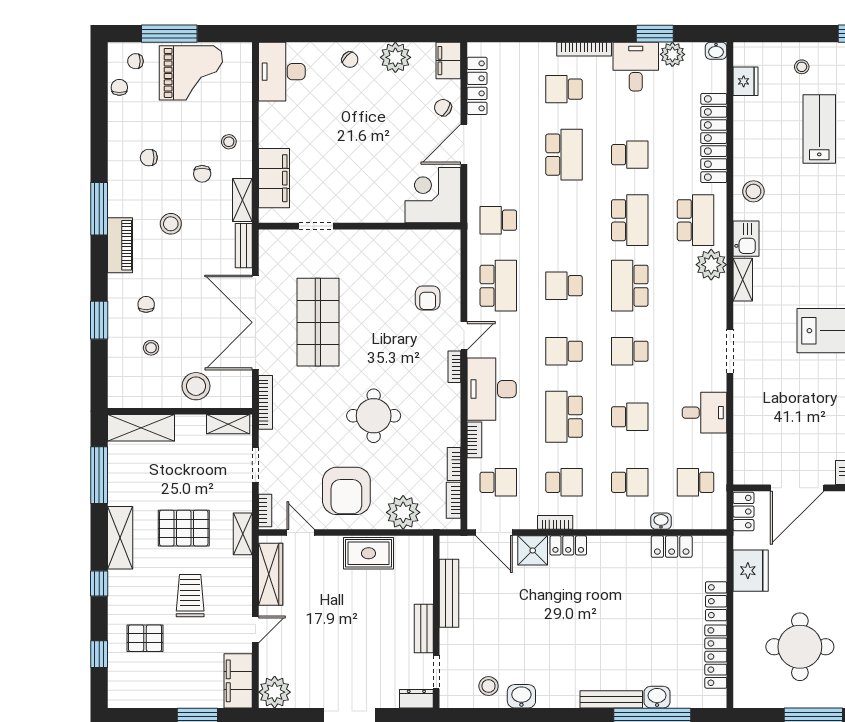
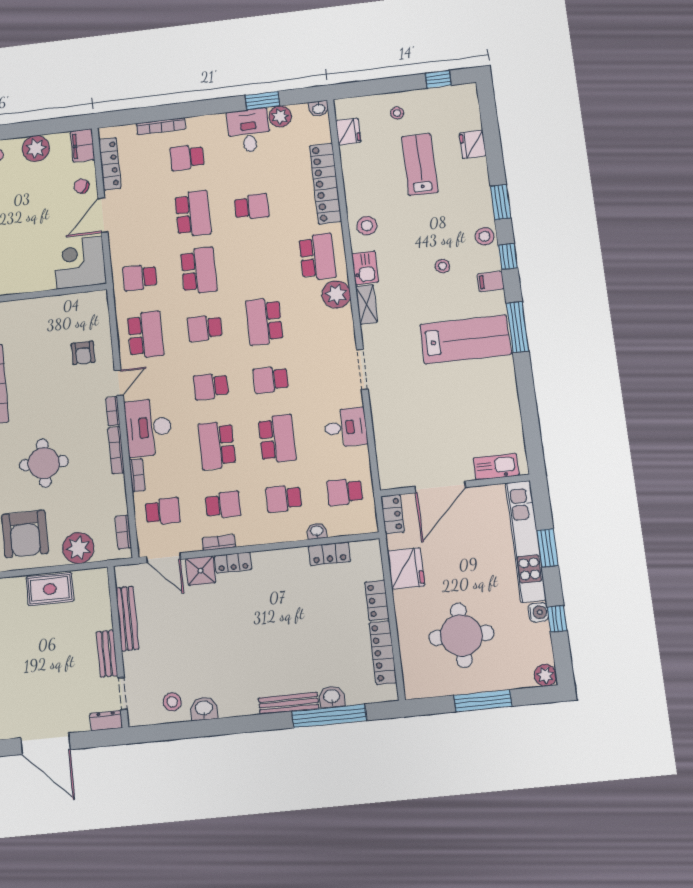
bookcase: (584, 49) -> (161, 126), moved
school desk: (630, 220) -> (199, 271), moved
stool: (830, 247) -> (442, 266), added
school desk: (630, 417) -> (277, 439), width x1.85
bookcase: (454, 464) -> (116, 450), moved, width x1.56
school desk: (630, 482) -> (284, 498), turned 180

